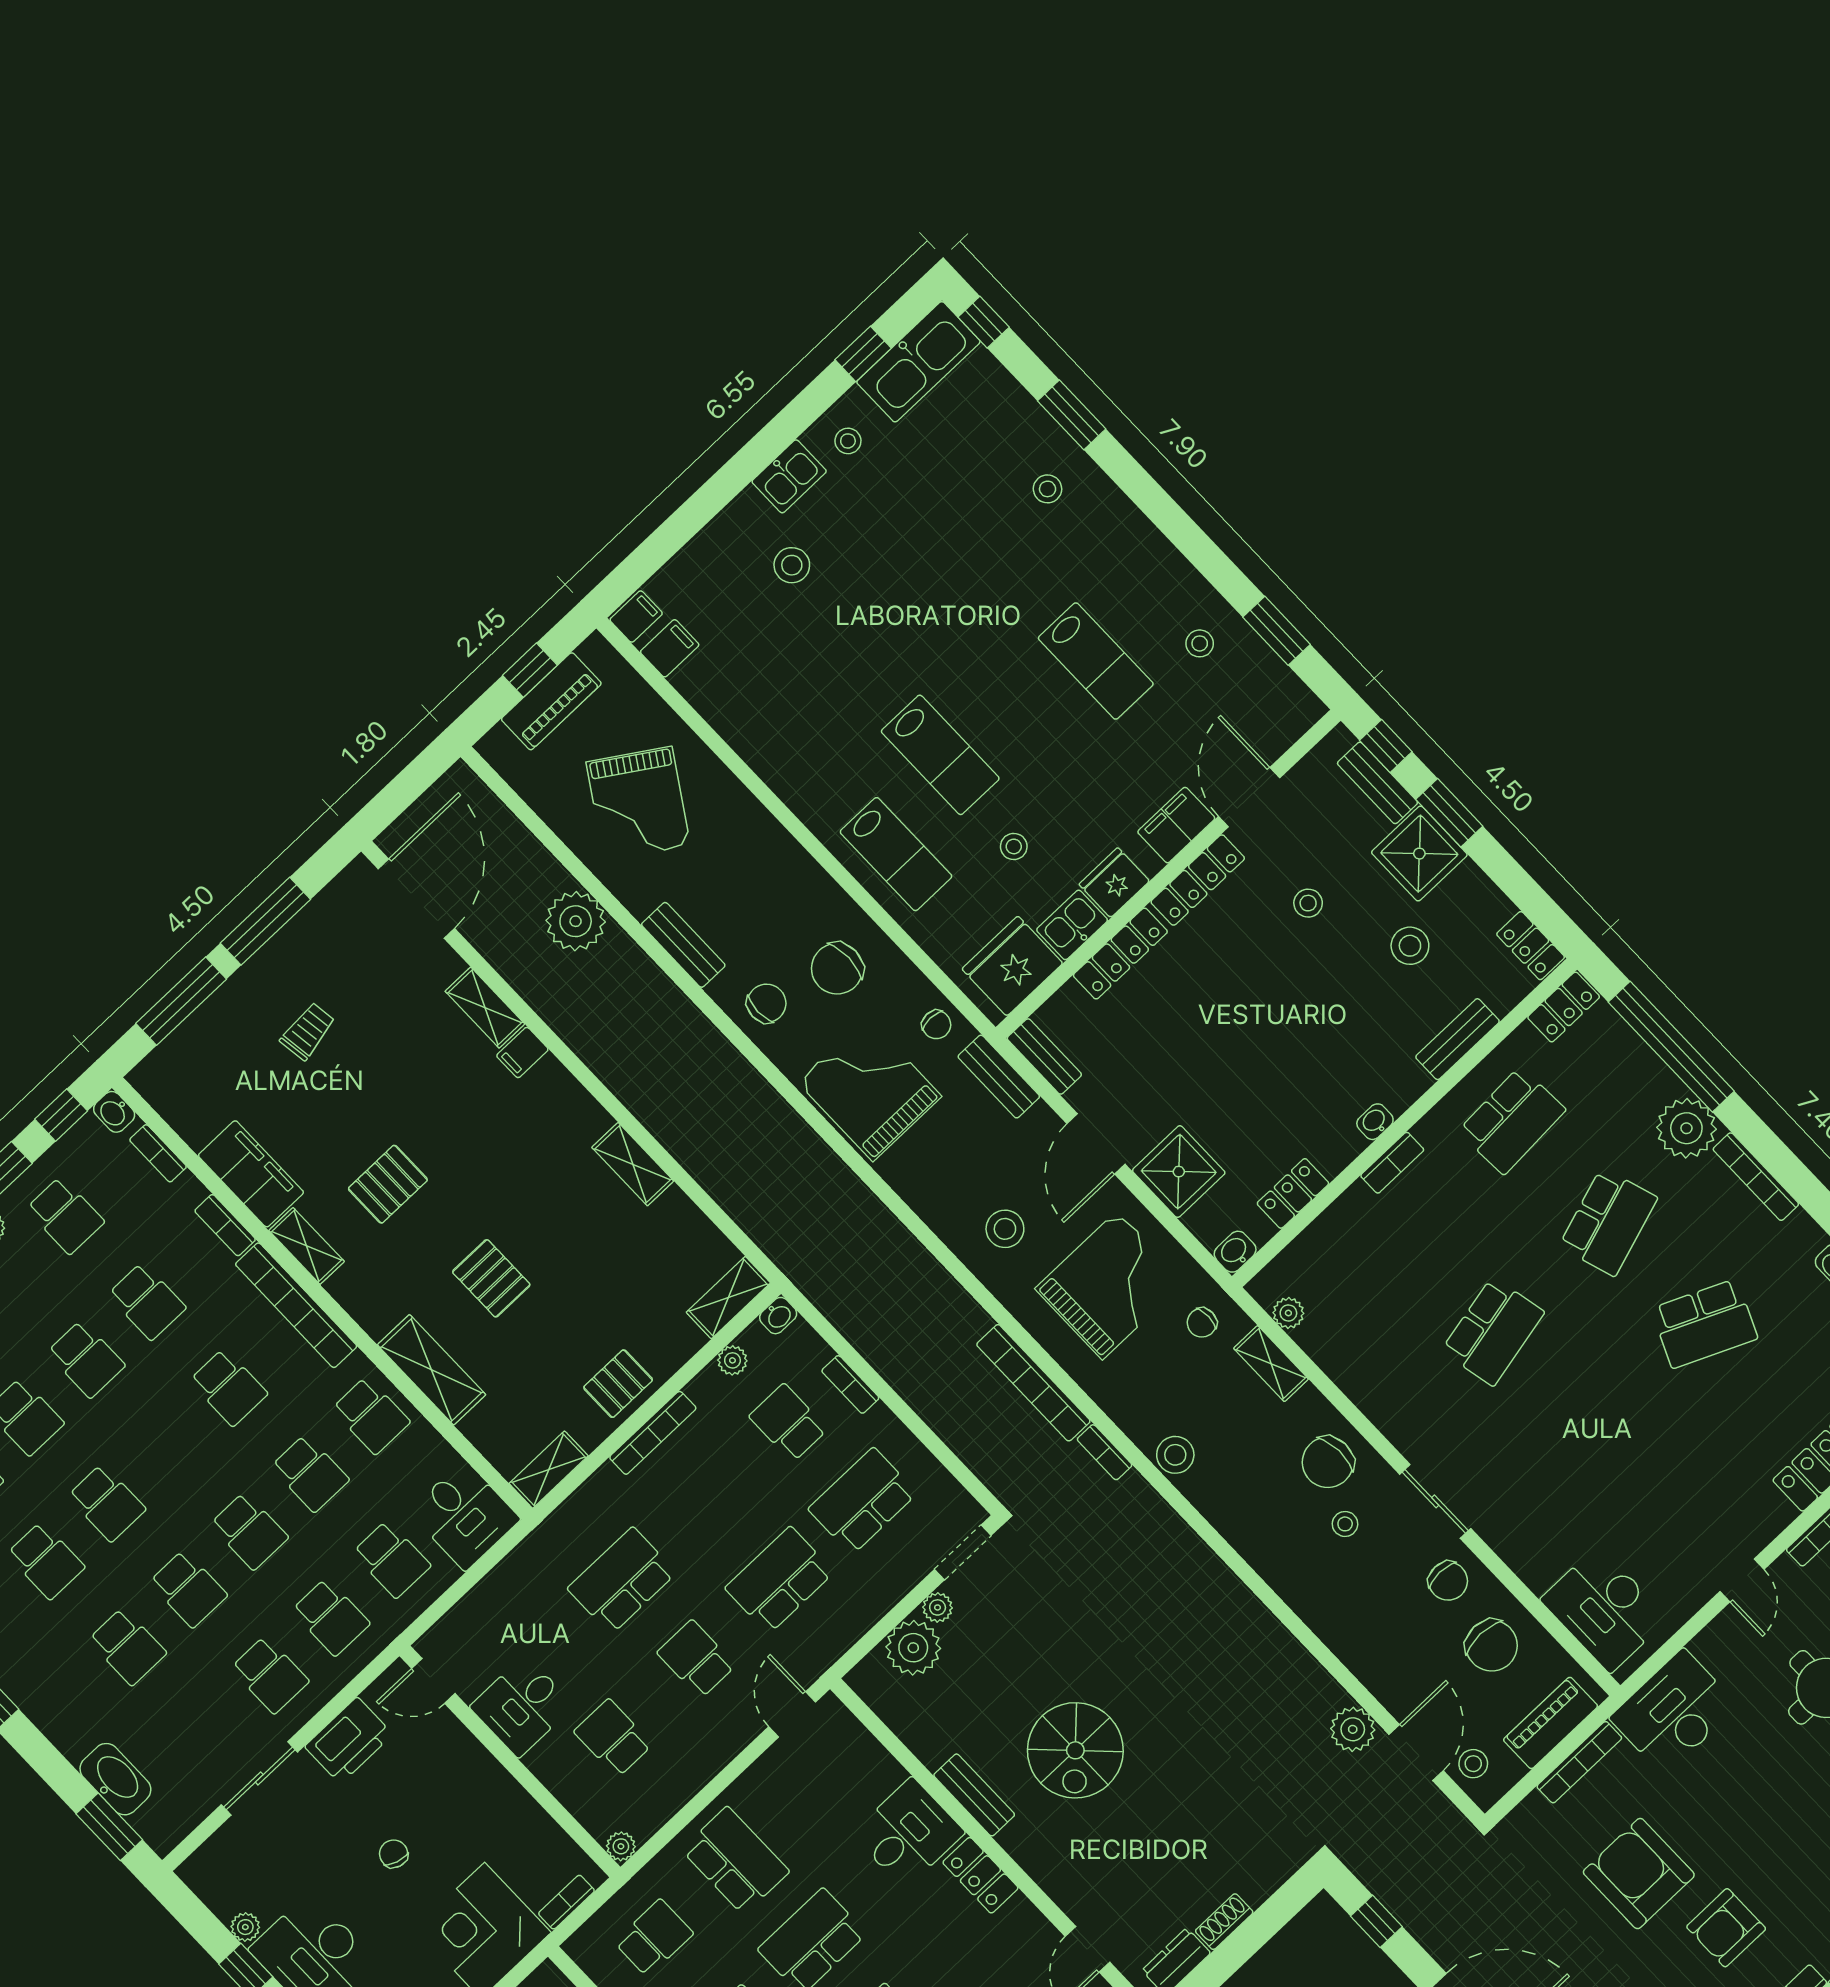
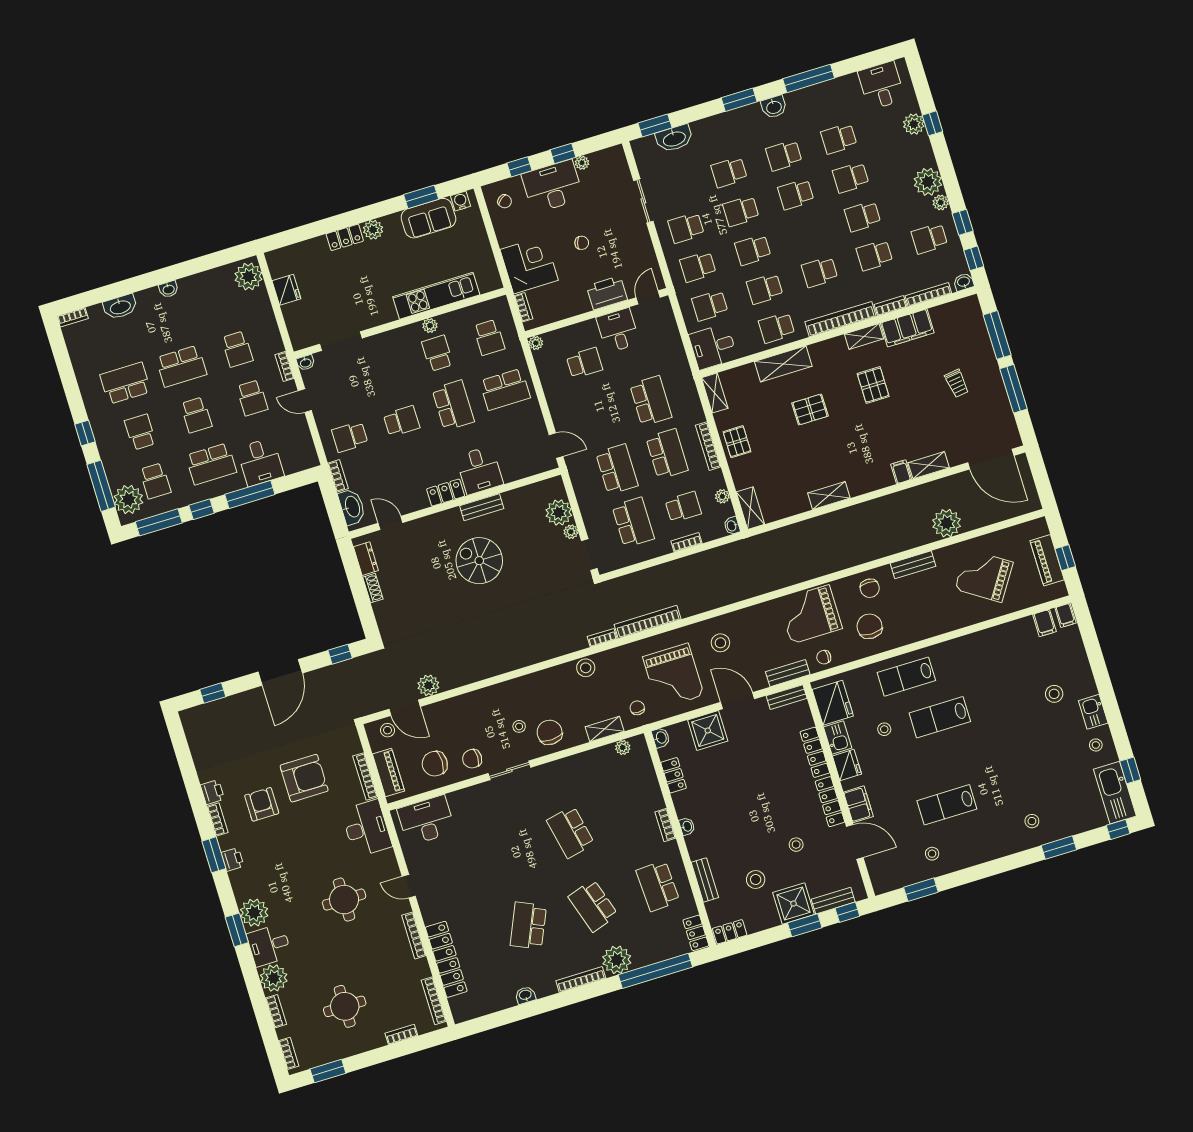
grand piano: (870, 1089) -> (810, 614), turned 180
bookcase: (158, 1153) -> (928, 294), width x1.56
school desk: (696, 1659) -> (667, 454), moved, width x1.85
printer: (349, 1740) -> (607, 293), moved, turned 90

